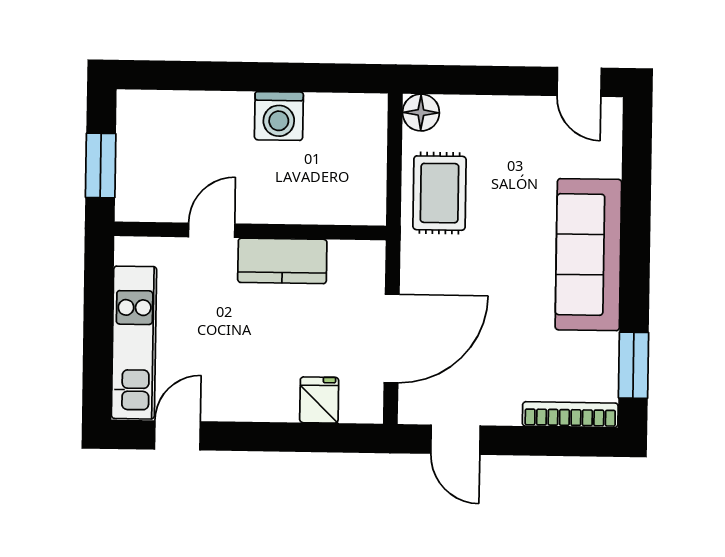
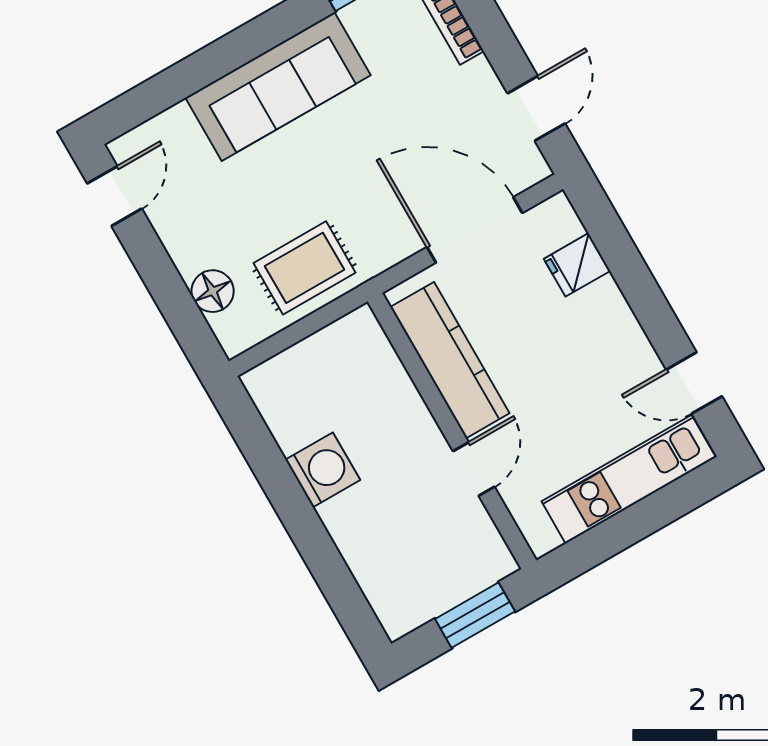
floor lamp: (421, 113) -> (213, 291), moved
door: (212, 230) -> (474, 469), swing flipped
kitchen counter: (282, 261) -> (450, 360), width x1.50

